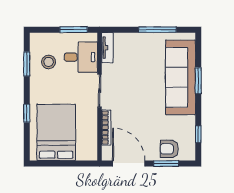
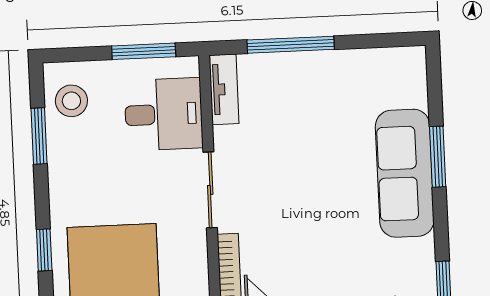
window: (157, 30) -> (291, 45), moved
stool: (49, 62) -> (71, 101), moved
sofa: (180, 77) -> (405, 173), width x0.74, depth x0.79

